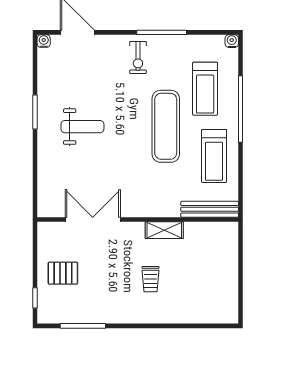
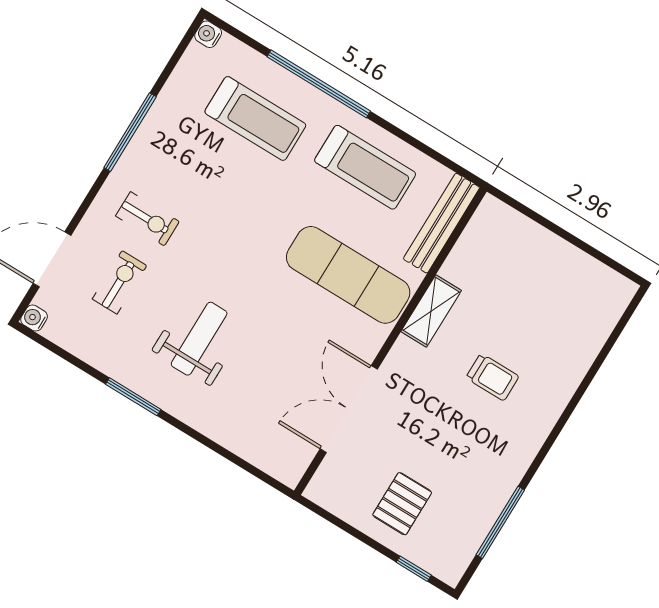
exercise bike: (138, 58) -> (147, 219), moved
exercise bike: (86, 72) -> (120, 282), added
exercise mat: (166, 126) -> (348, 275), moved

